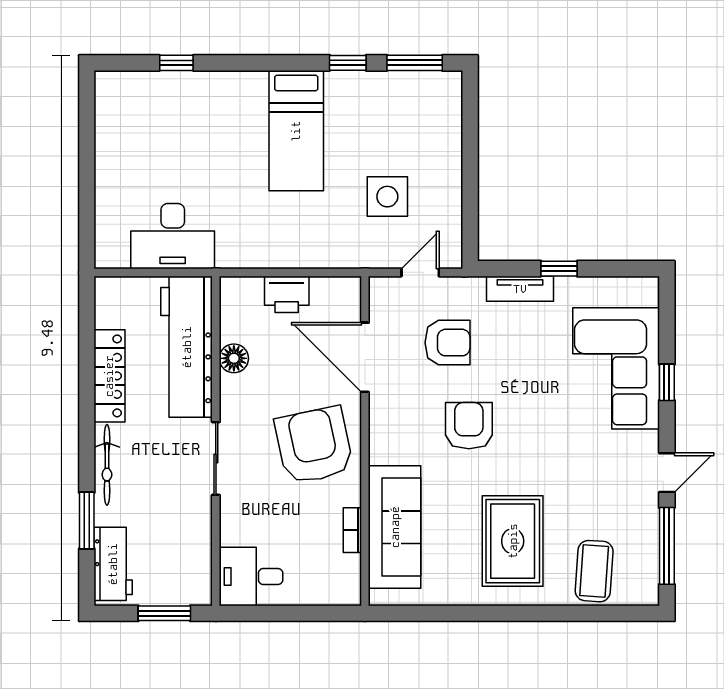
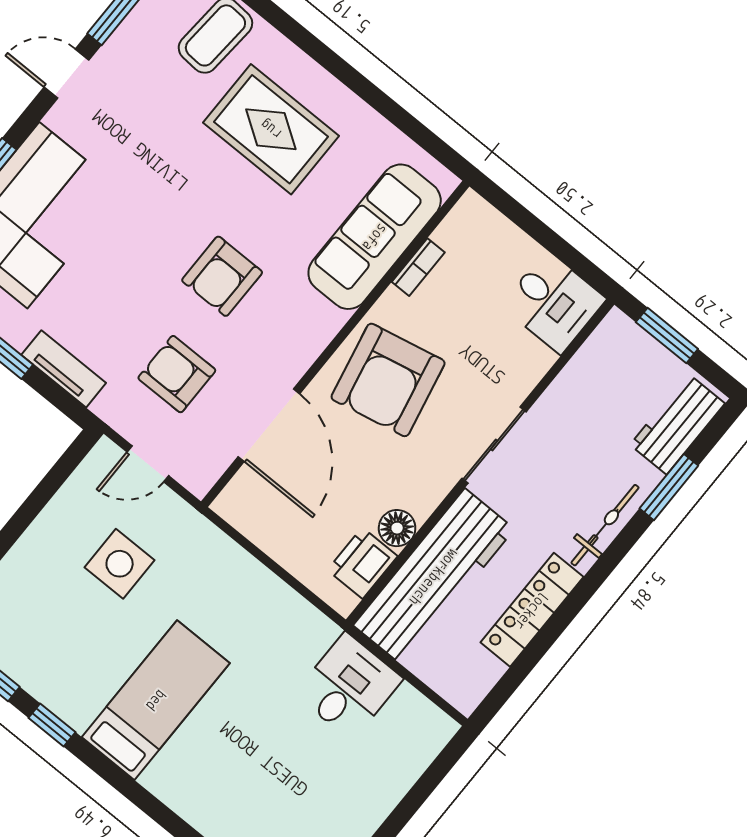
desk: (173, 236) -> (349, 687), width x0.73
printer: (287, 294) -> (362, 563), moved, turned -90
rug: (513, 541) -> (271, 129), turned 90

